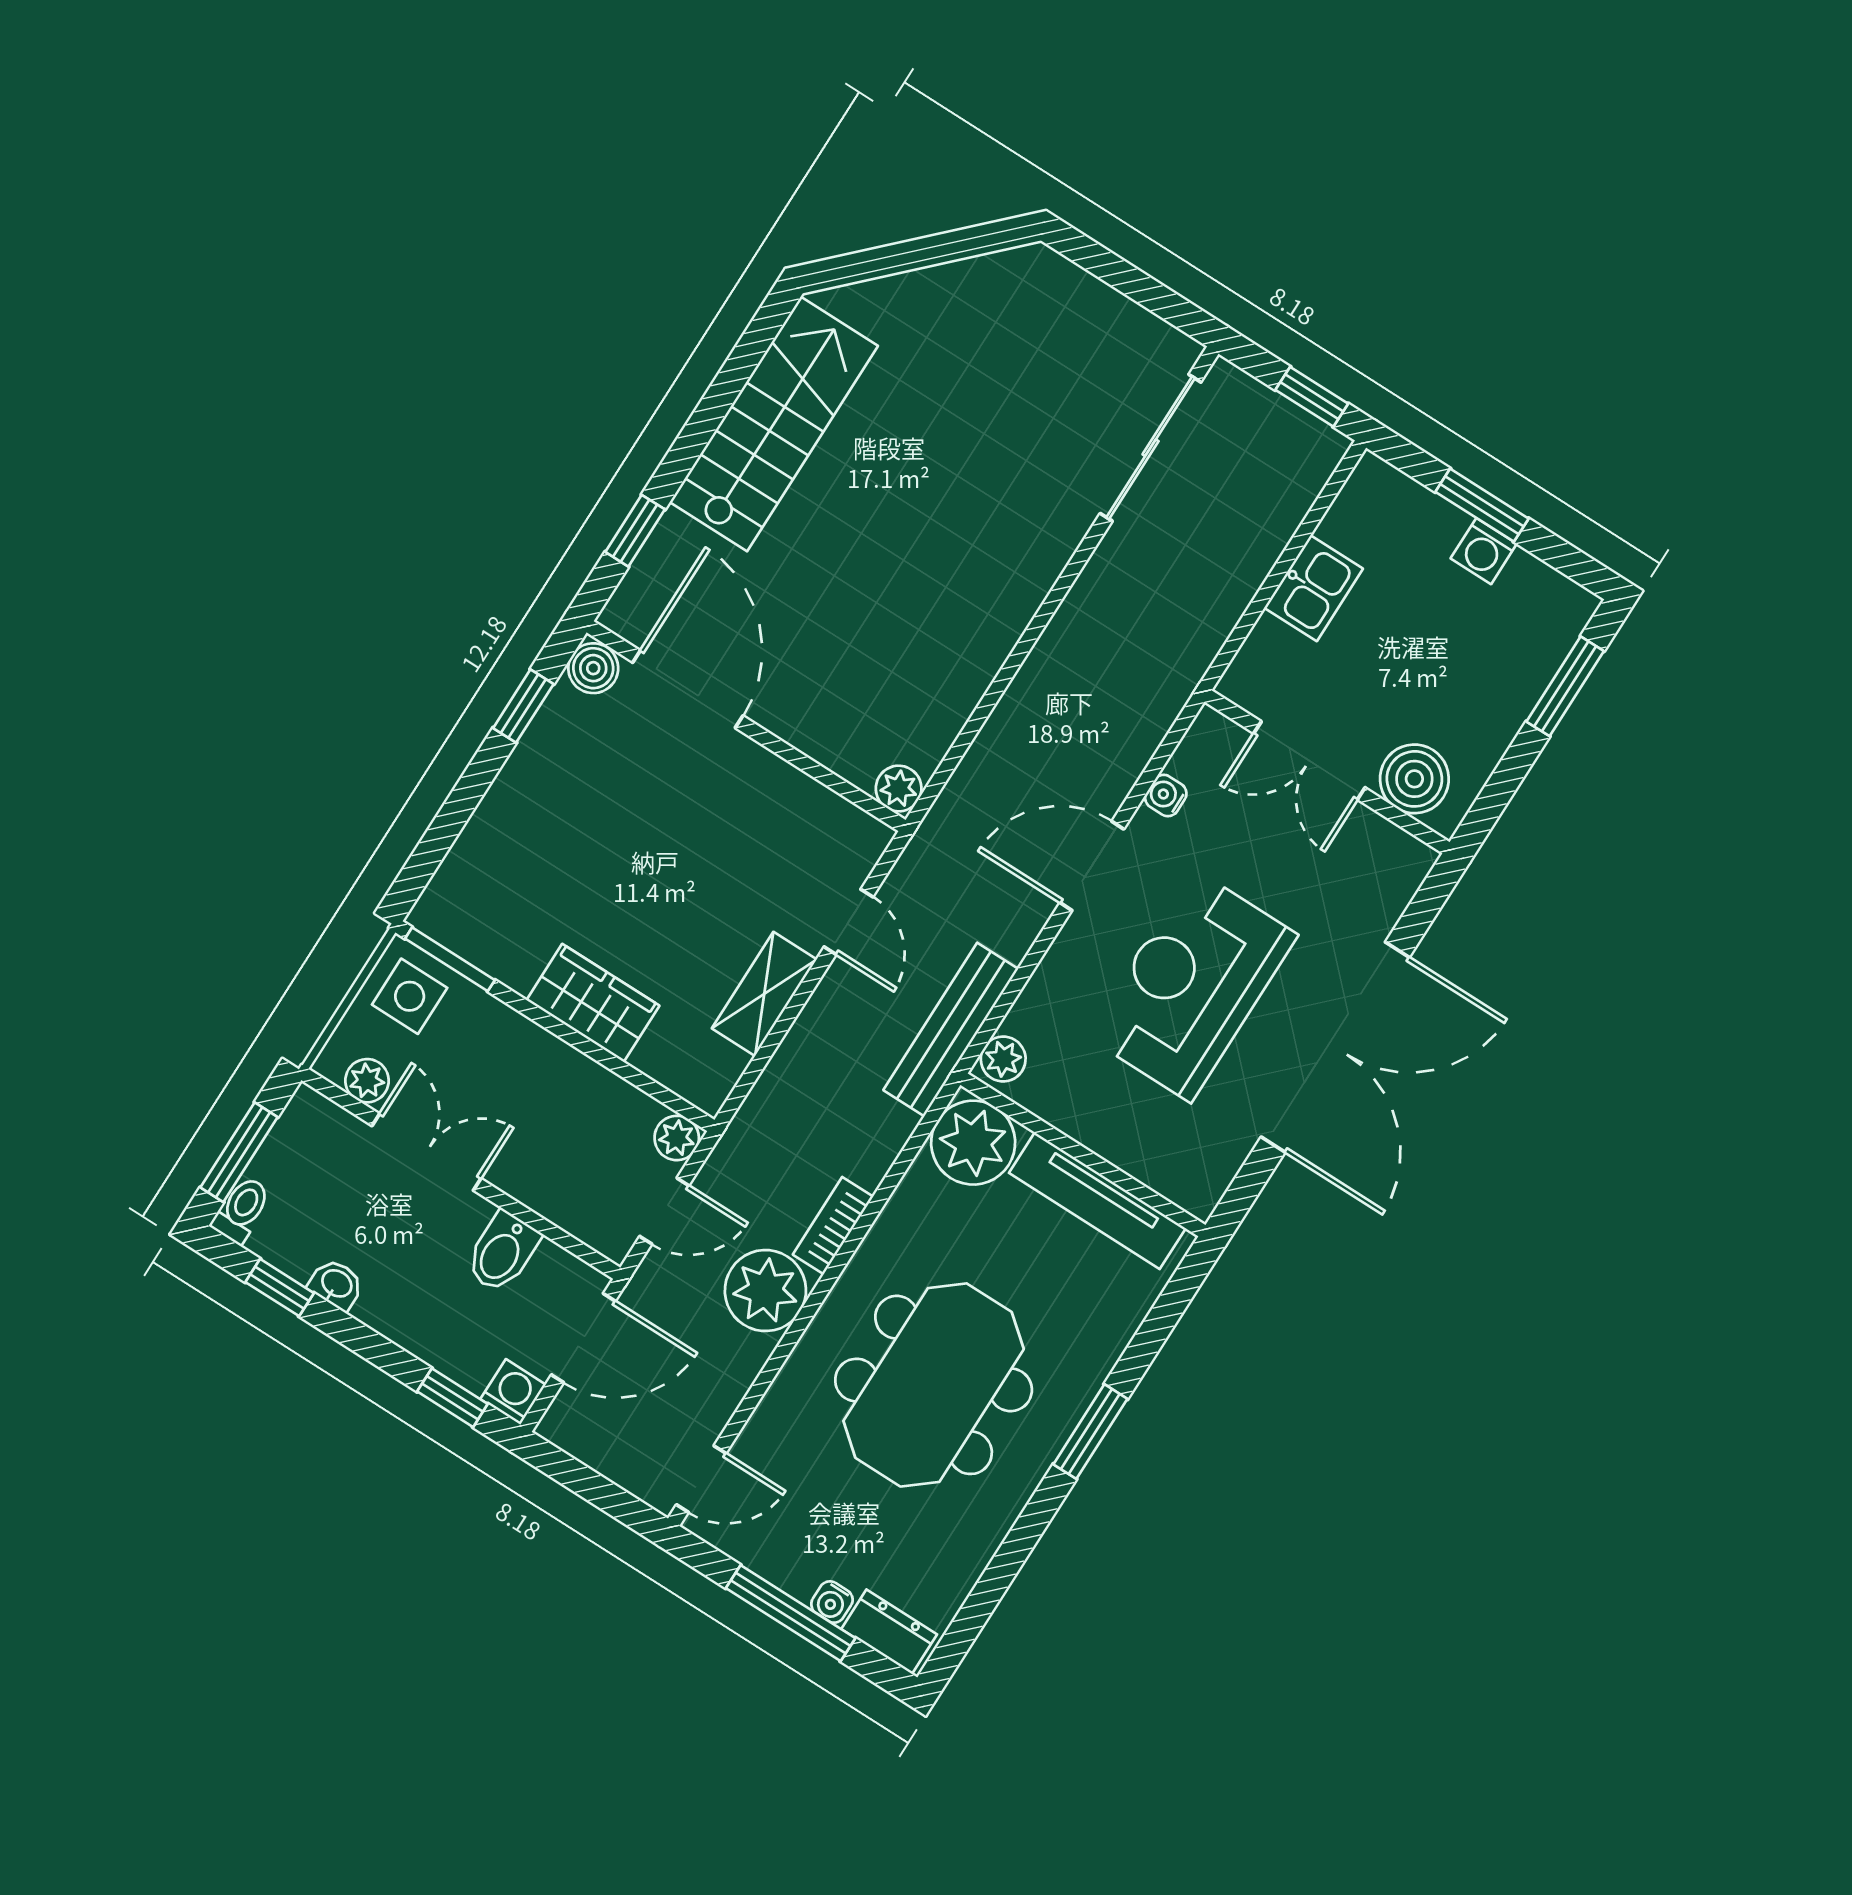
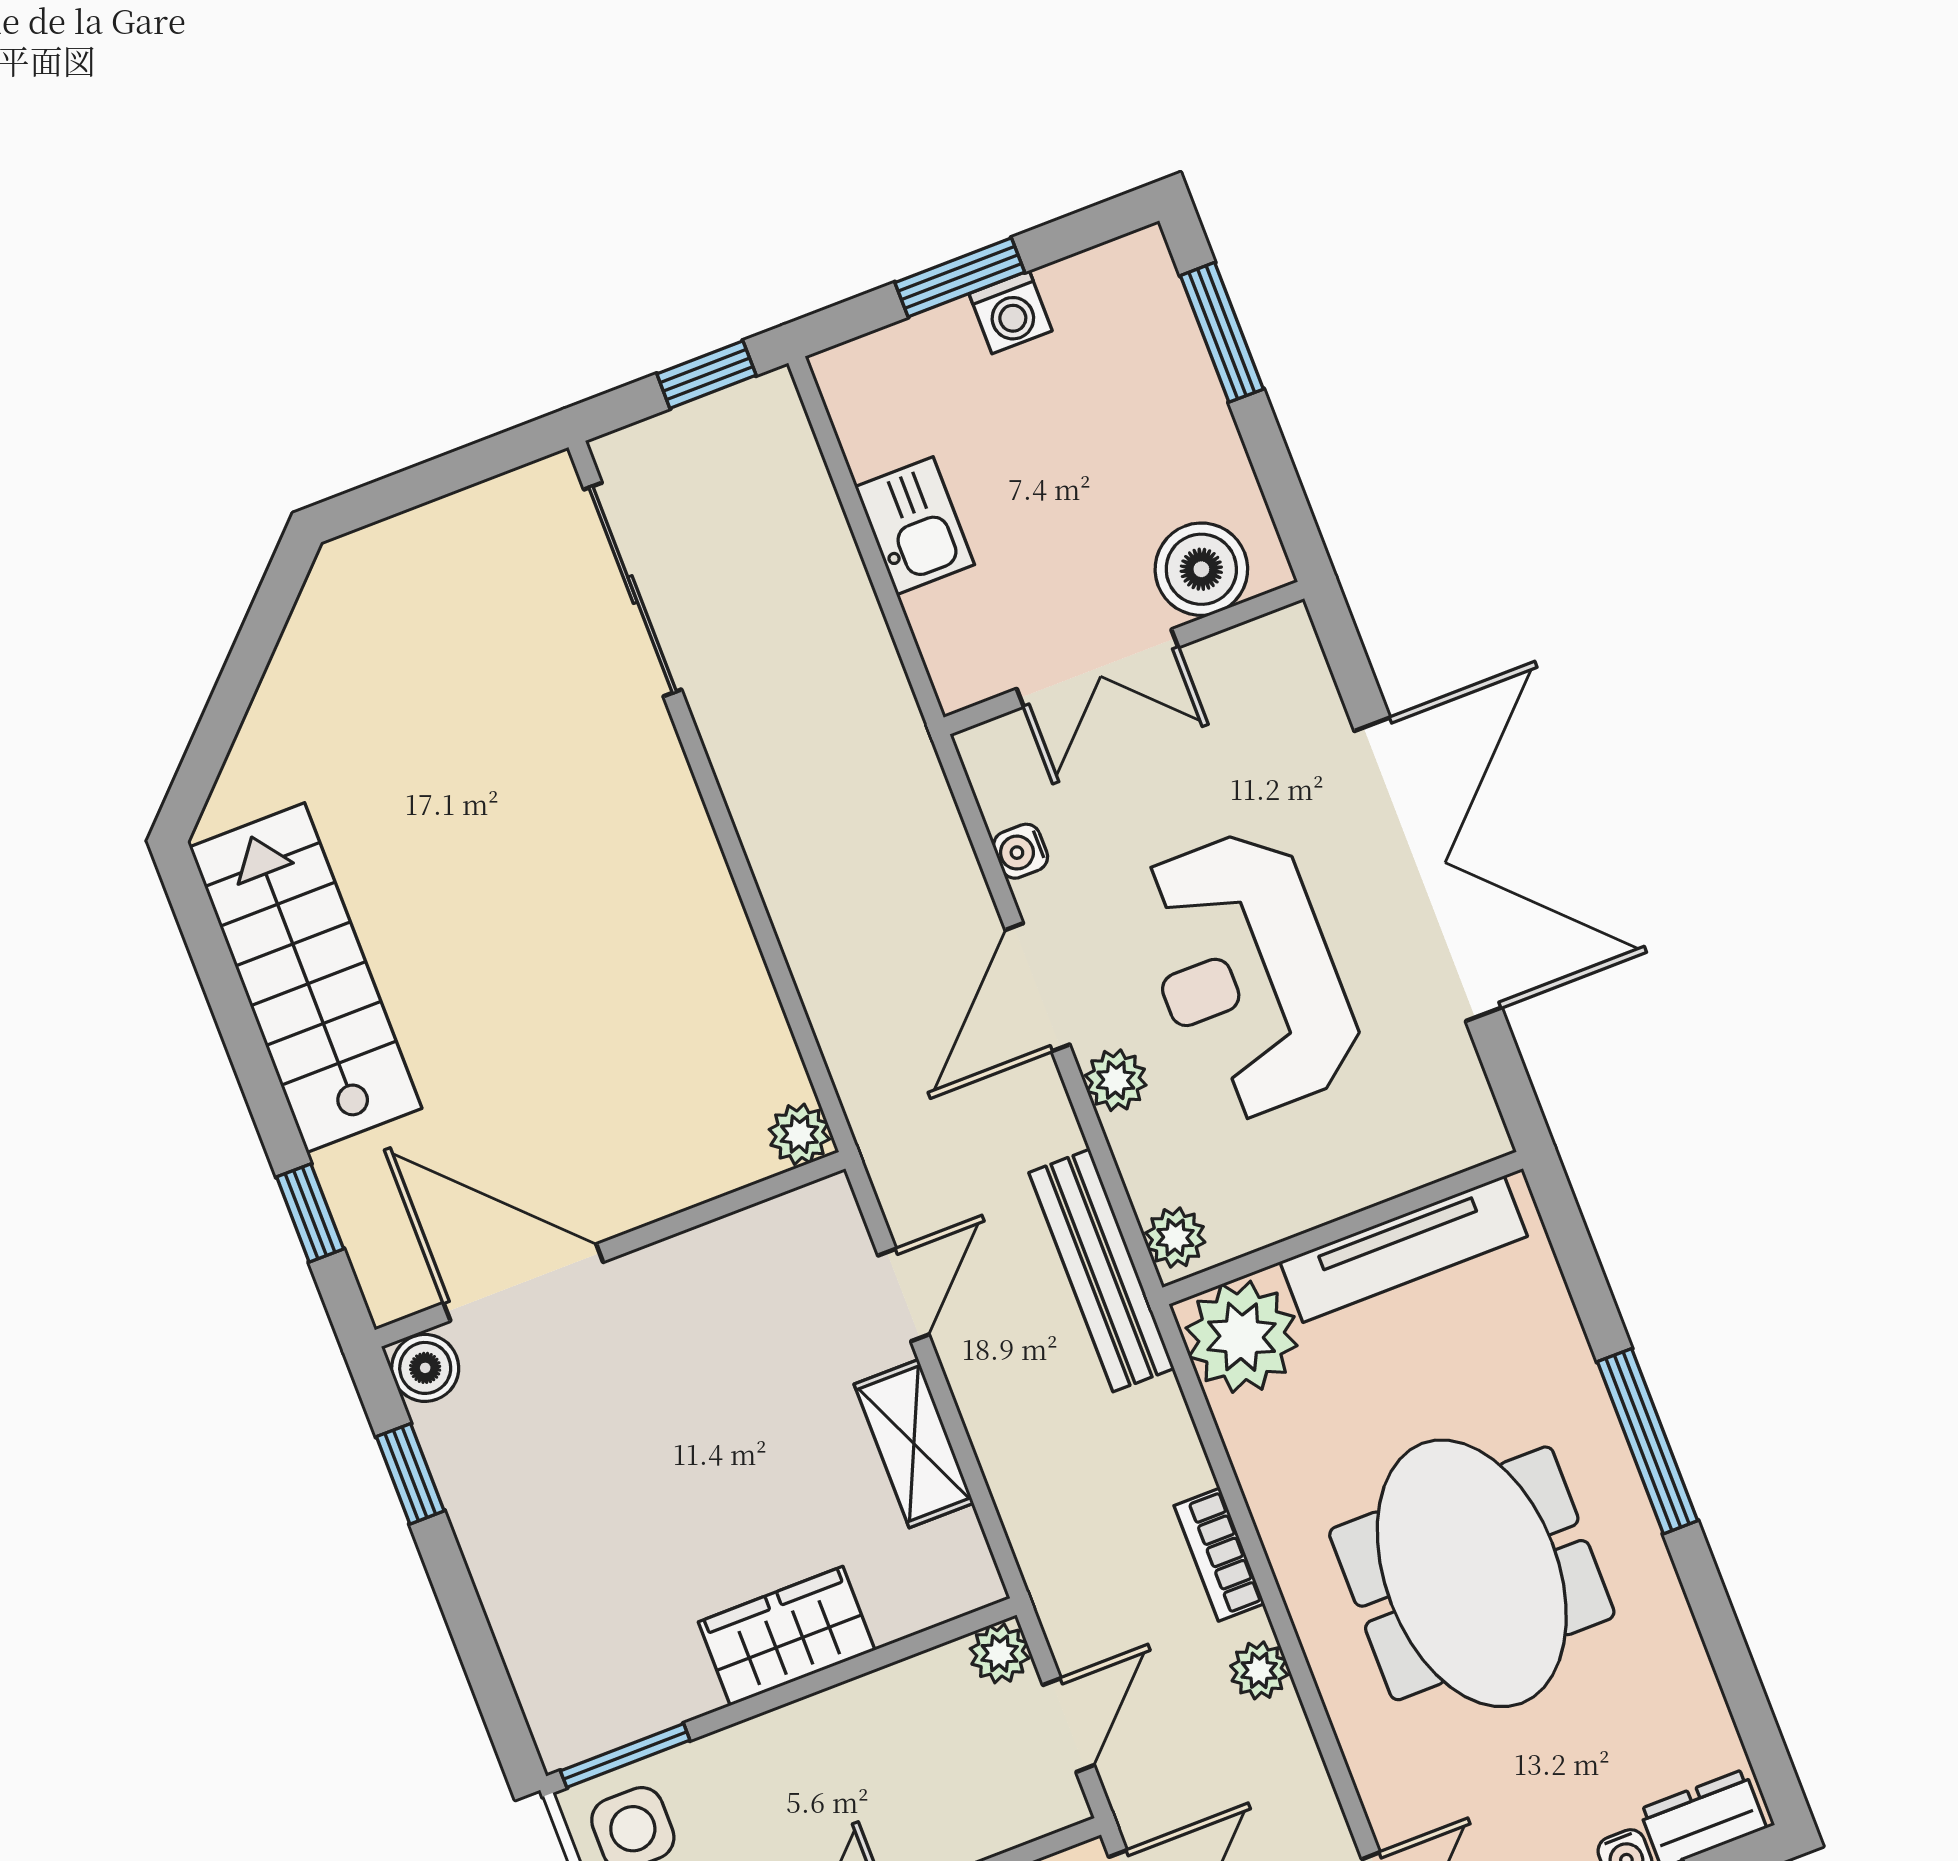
door: (849, 922) -> (903, 1295), hinge flipped
plant: (1071, 954) -> (1116, 1080), added
plant: (765, 1291) -> (1259, 1670), width x0.53, depth x0.53
window: (1090, 1432) -> (1648, 1441), width x1.44

